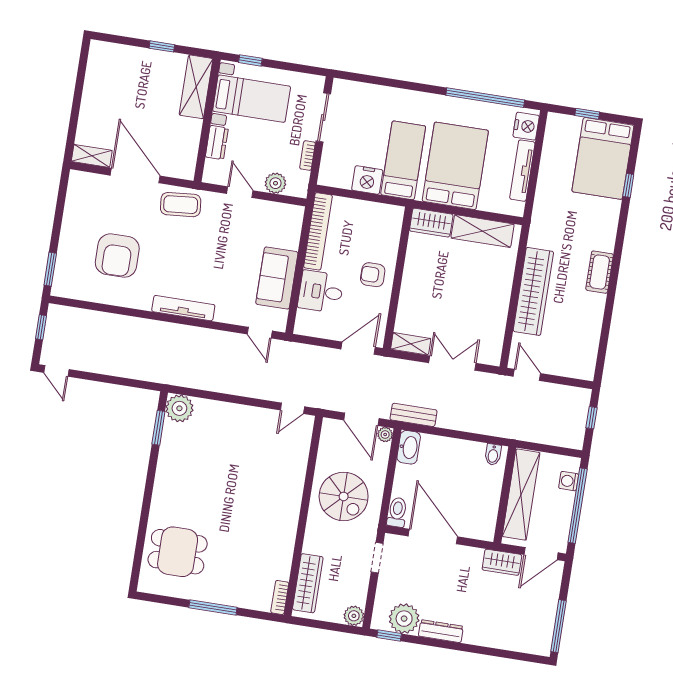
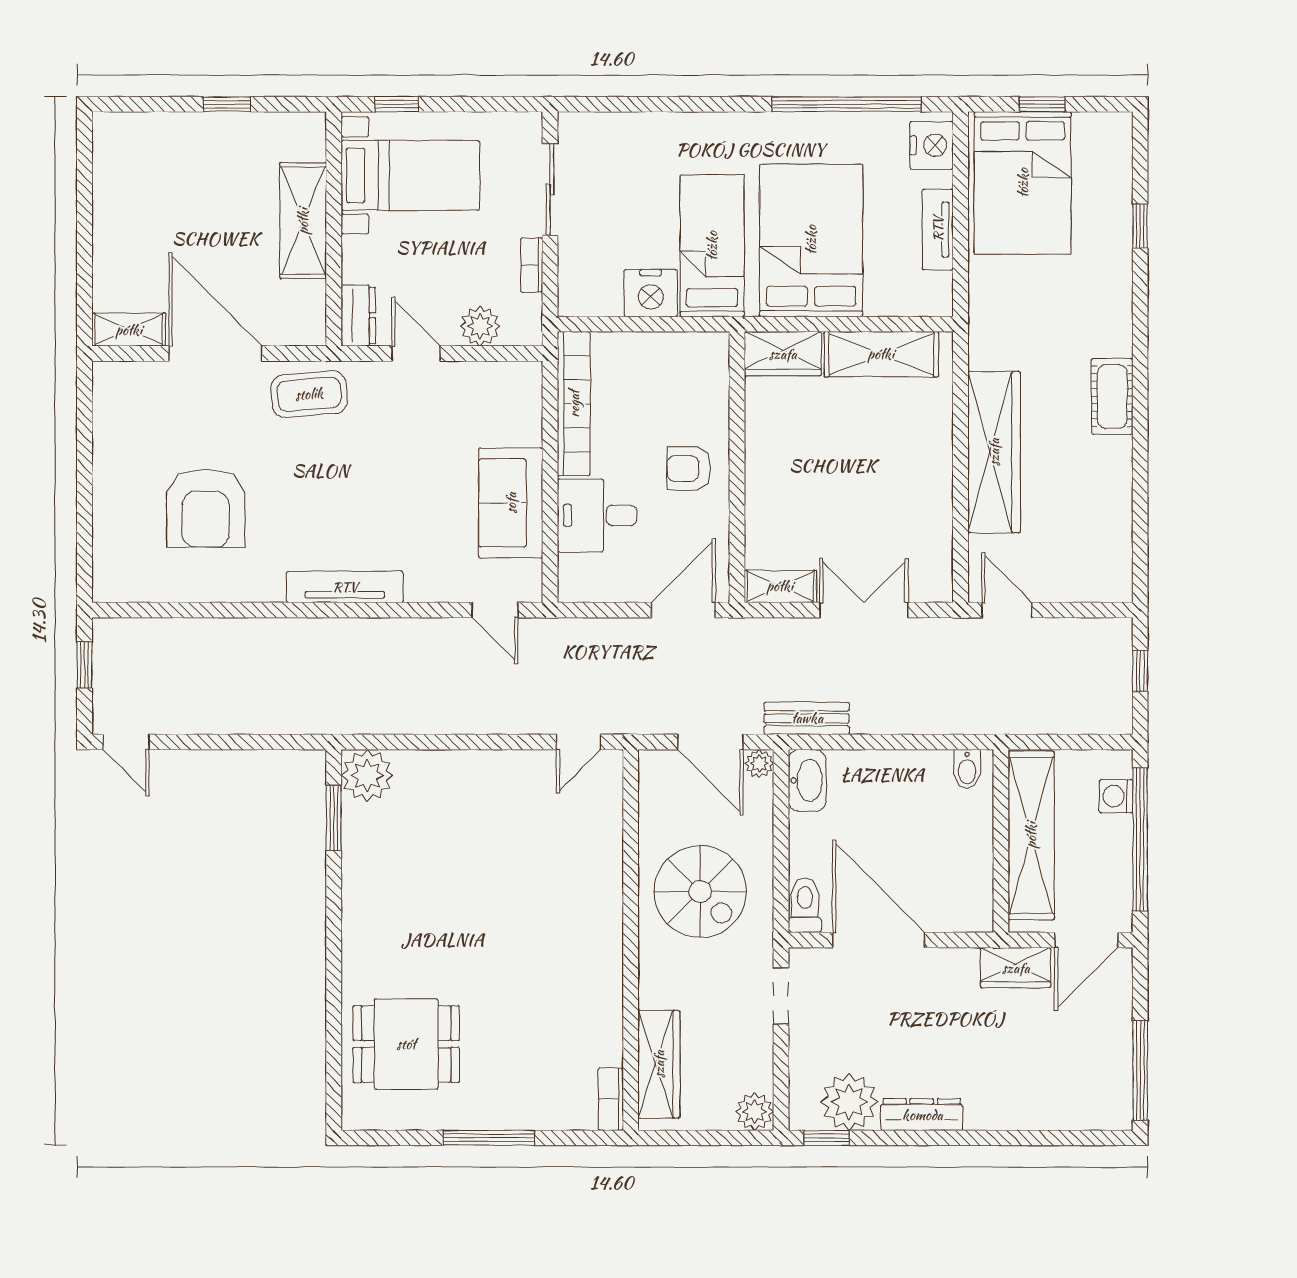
shelving: (196, 87) -> (303, 221), moved
dresser: (217, 142) -> (358, 315), moved
bed: (603, 158) -> (1023, 183), moved
tv unit: (522, 171) -> (938, 229), width x0.71
window: (50, 269) -> (84, 554), removed

